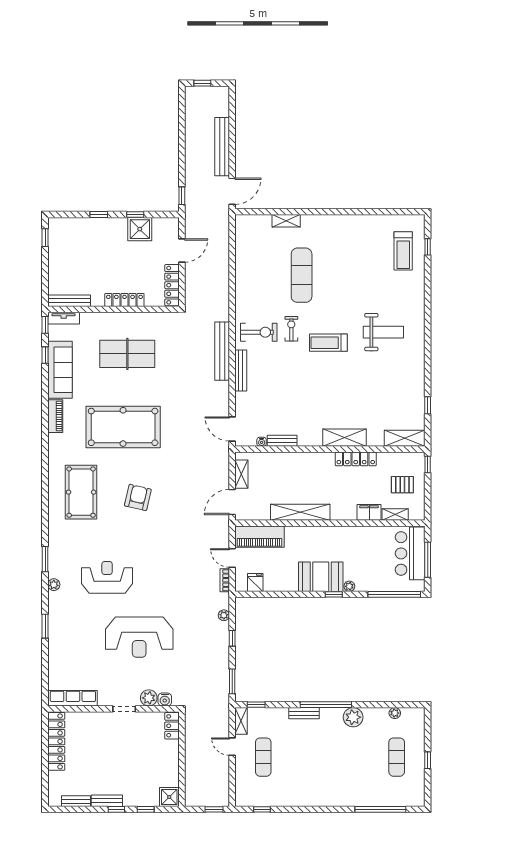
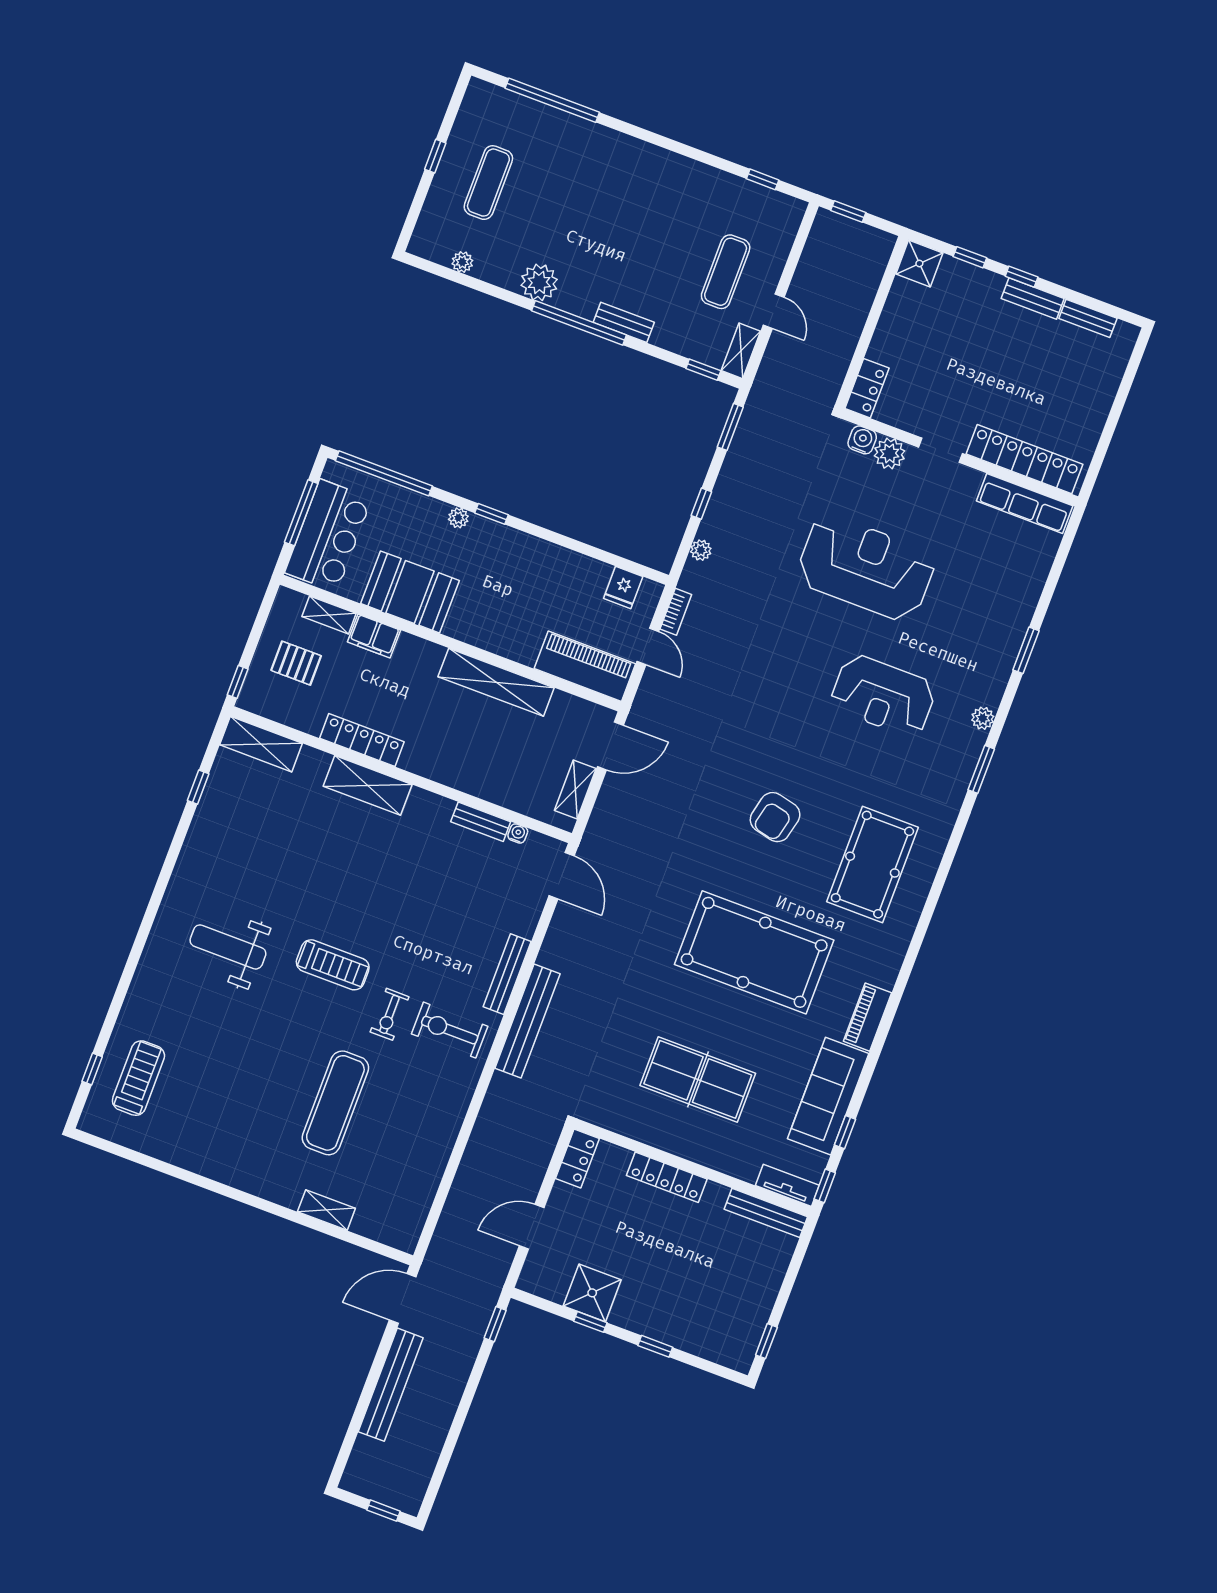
locker: (172, 285) -> (577, 1158), width x0.66
booth: (321, 577) -> (410, 592), moved
locker: (56, 741) -> (1024, 459), moved, turned 90

